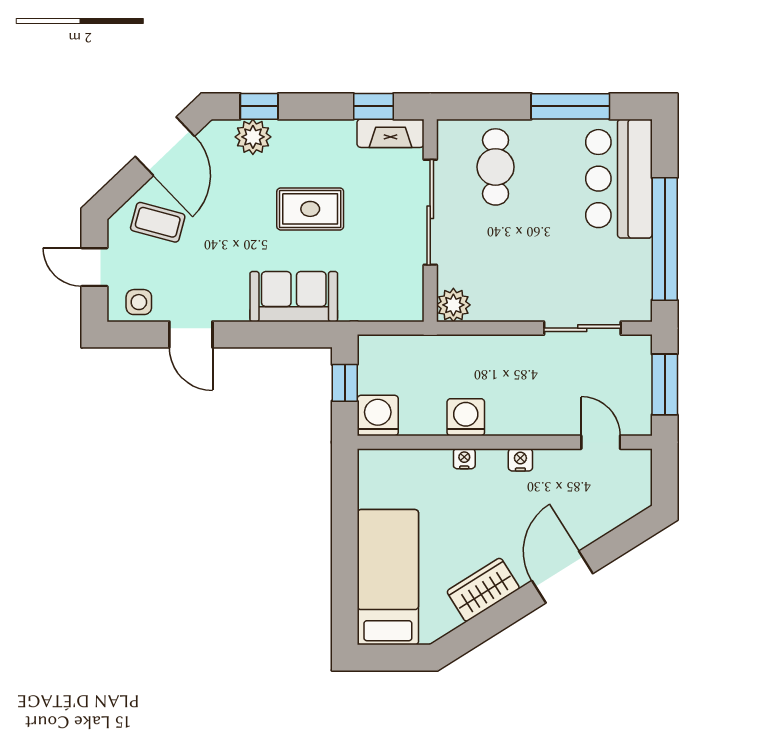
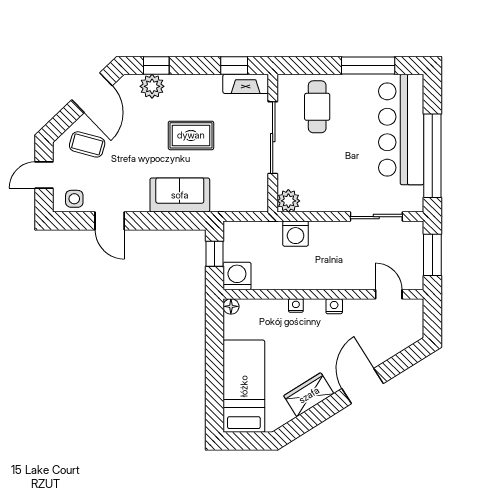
bar counter: (619, 179) -> (401, 129), width x1.36
door: (94, 267) -> (44, 175), hinge flipped
washing machine: (466, 417) -> (296, 234), moved, turned 180
floor lamp: (369, 460) -> (231, 306), added

